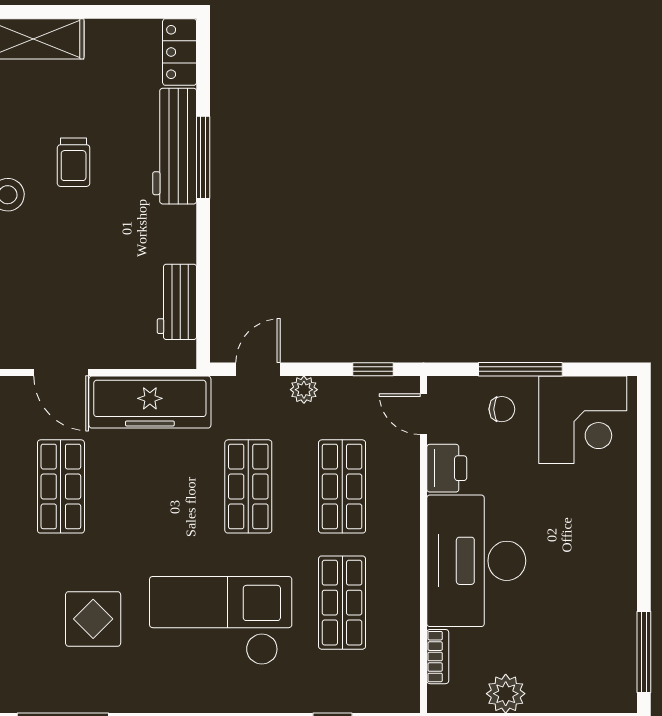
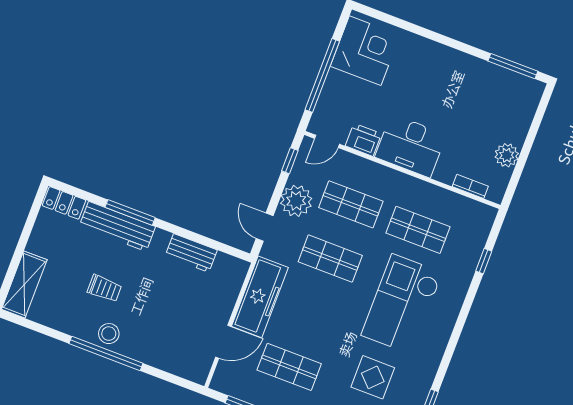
workbench: (177, 302) -> (191, 253), moved
window: (520, 369) -> (322, 75), width x1.46
plant: (304, 390) -> (296, 201), width x1.88, depth x1.88
chair: (502, 409) -> (341, 95), removed
desk: (476, 561) -> (411, 146), width x0.73, depth x0.77

